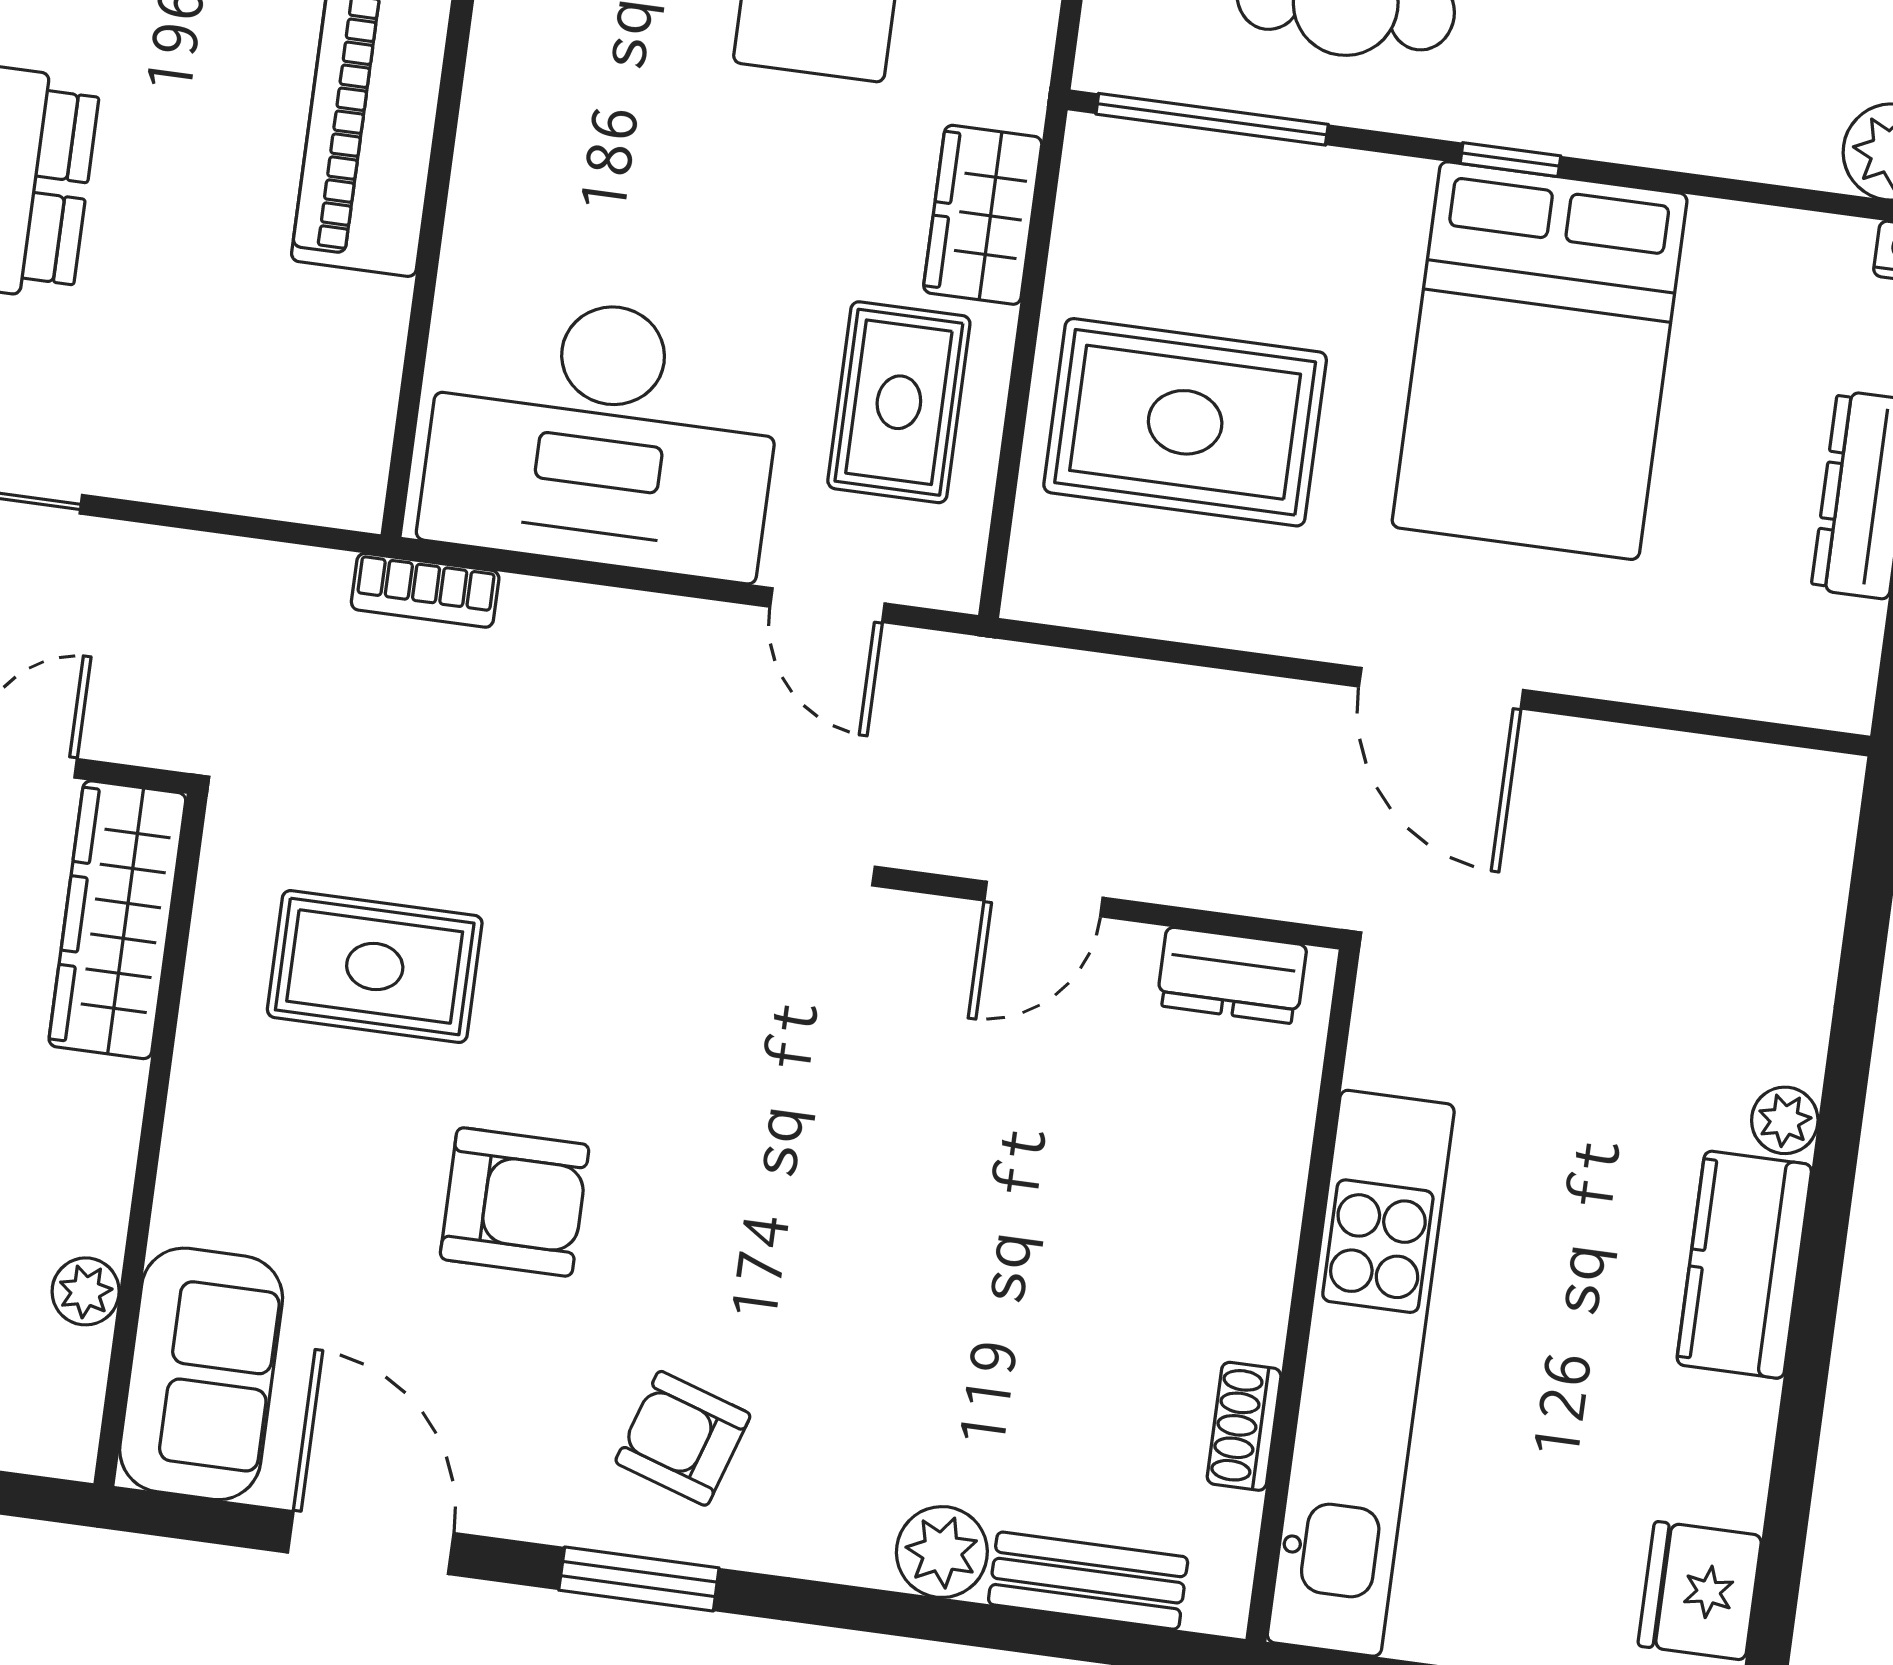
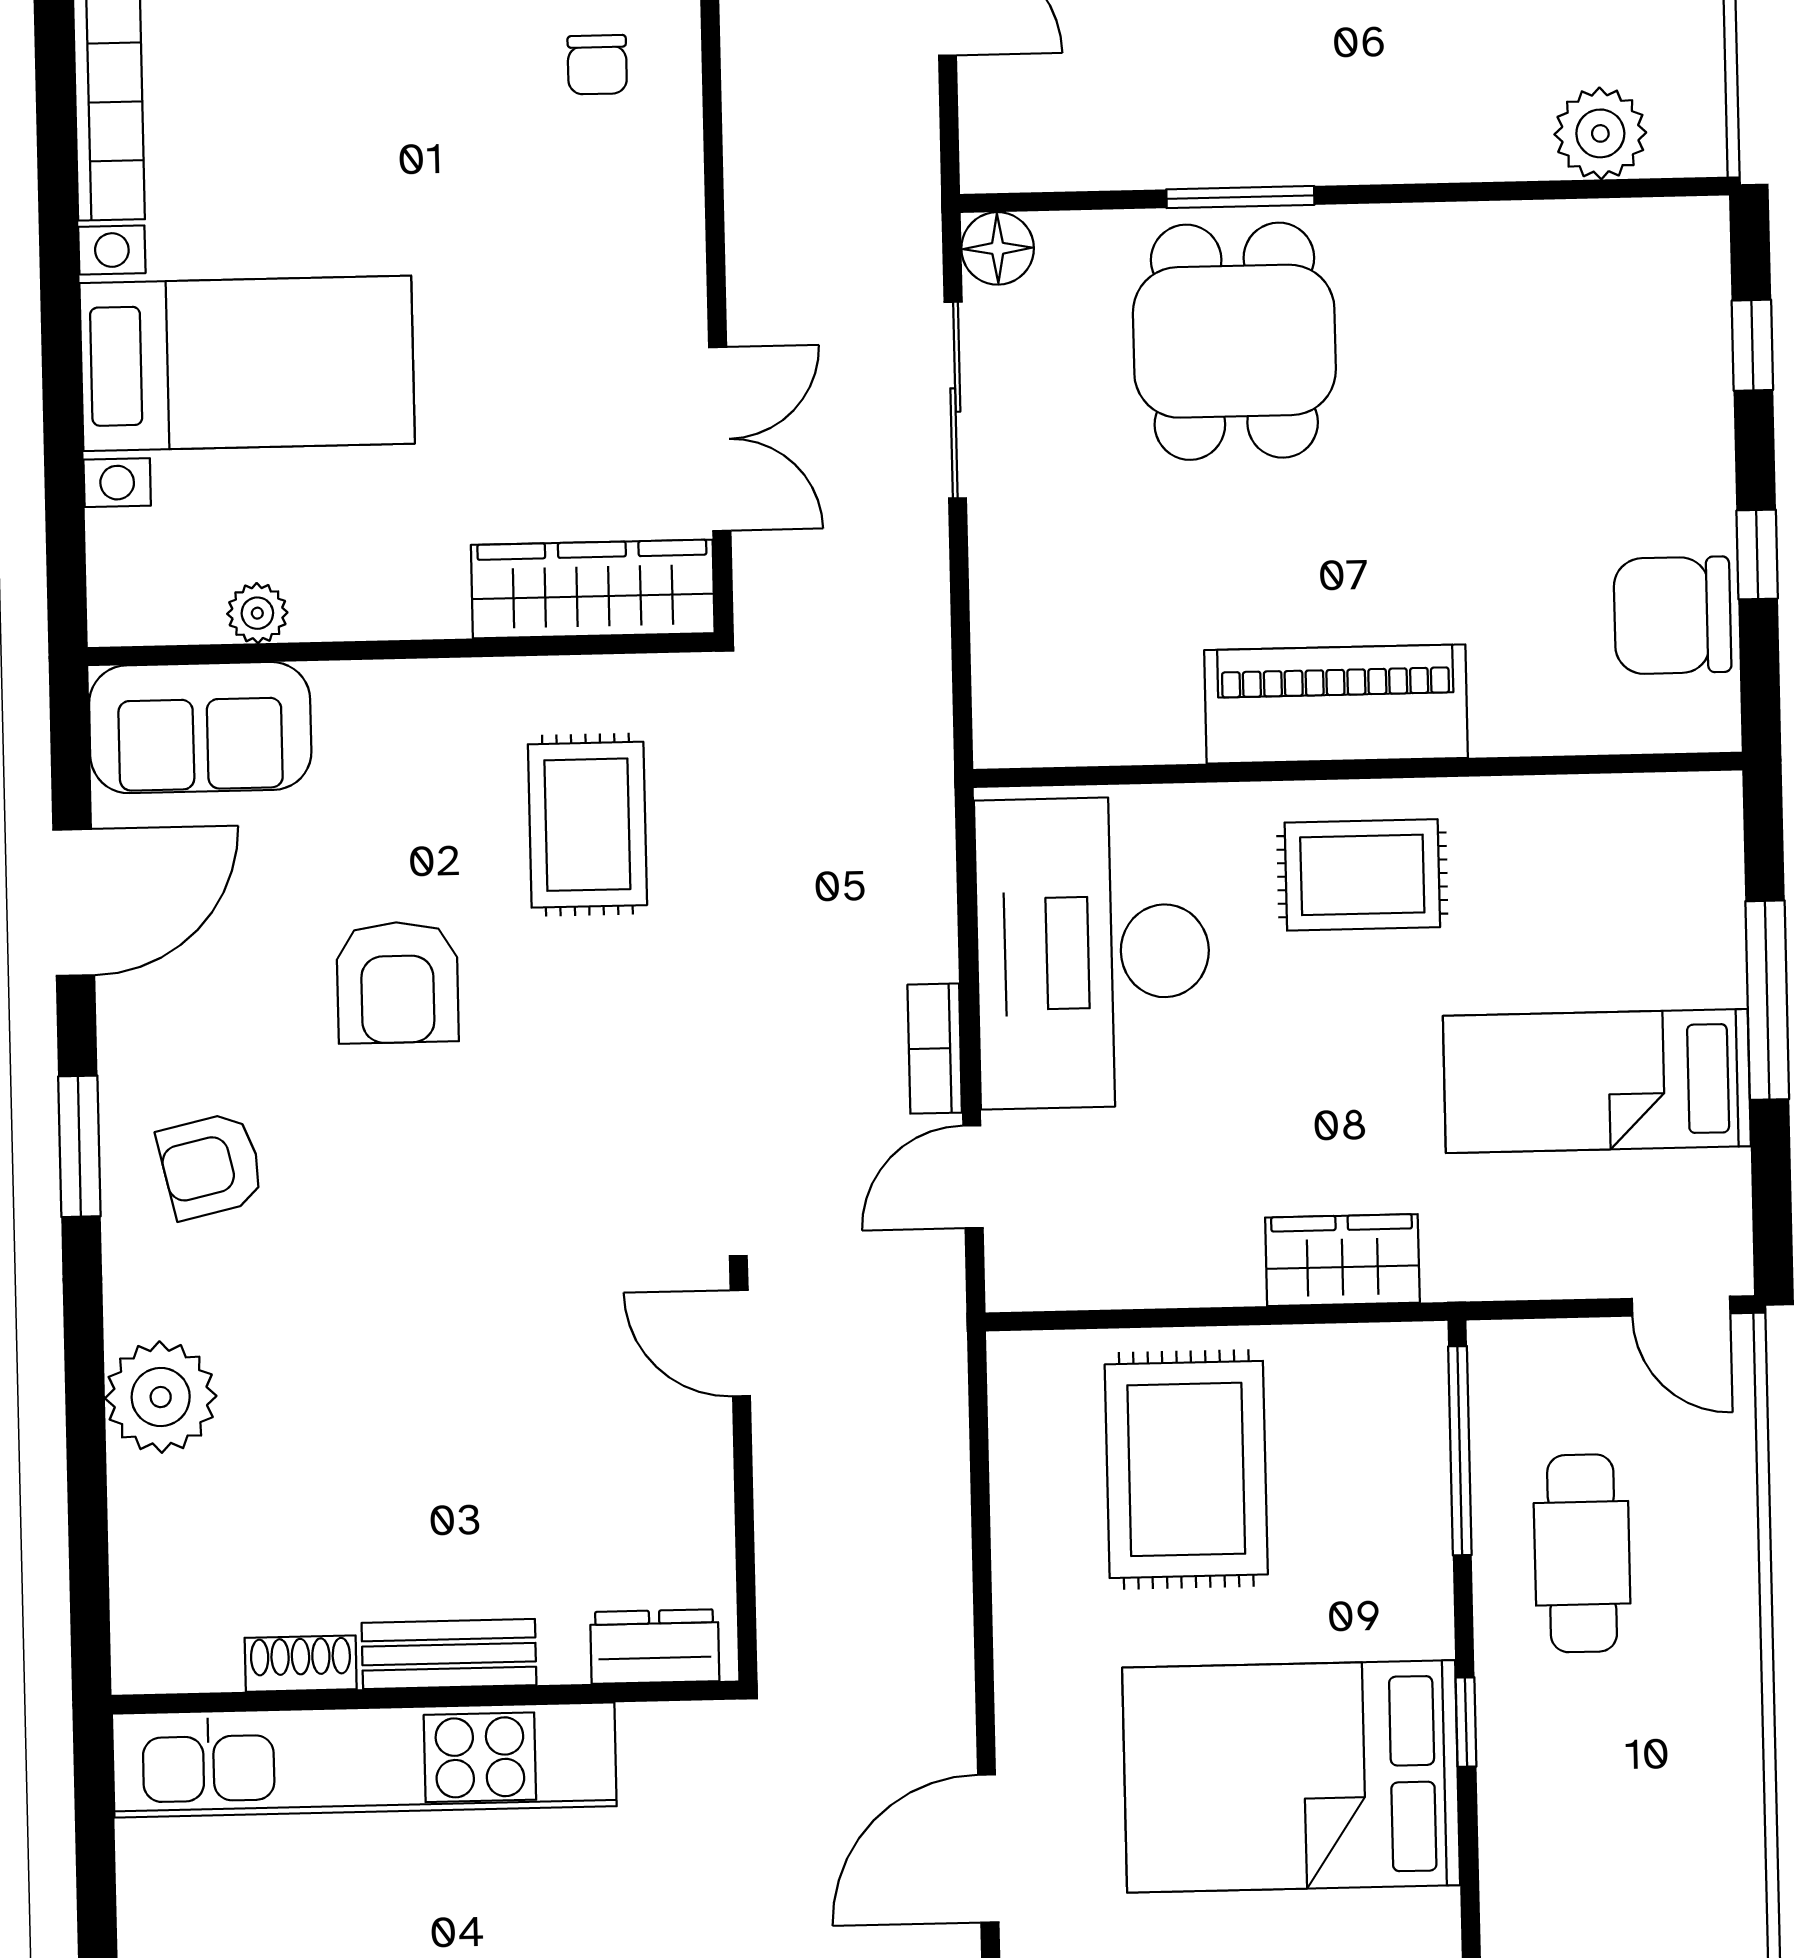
rug: (899, 402) -> (1362, 875), moved
bookcase: (425, 590) -> (935, 1049), moved
door: (1441, 688) -> (988, 1848), moved
door: (1043, 899) -> (740, 1343), moved
dresser: (1232, 975) -> (655, 1647), moved, turned 90
armchair: (683, 1438) -> (211, 1166), turned -121
plant: (942, 1552) -> (161, 1397), width x1.36, depth x1.36
bench: (1088, 1581) -> (449, 1654), moved, turned 90

